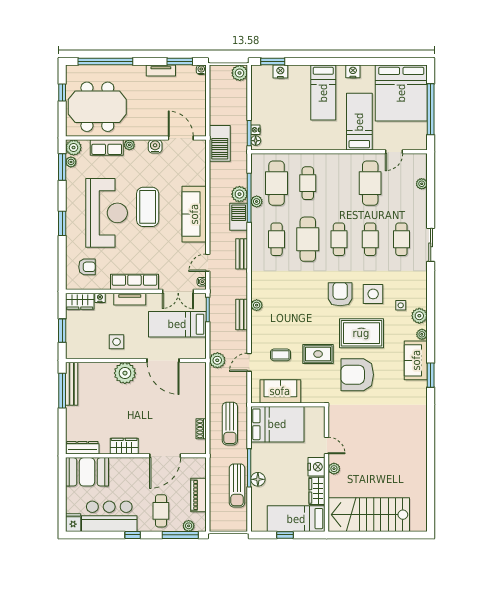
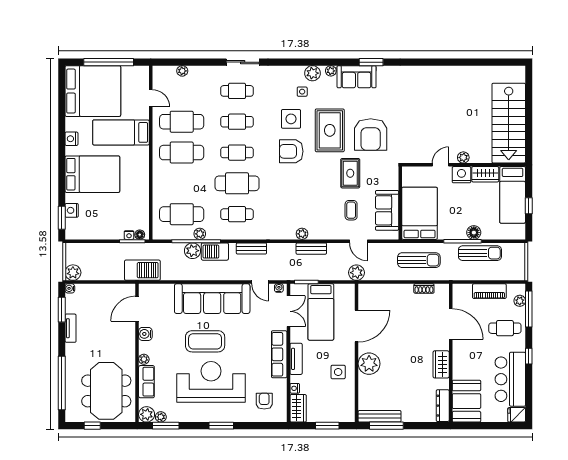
plant: (240, 73) -> (73, 273), moved
bed: (323, 93) -> (92, 174), width x1.50
cafe table: (308, 183) -> (182, 153), moved, width x1.37, depth x1.35
sofa: (194, 214) -> (212, 299), width x1.36, depth x1.27

